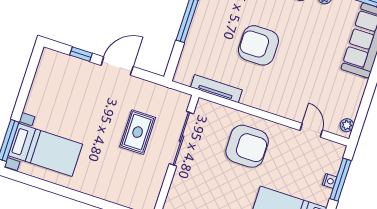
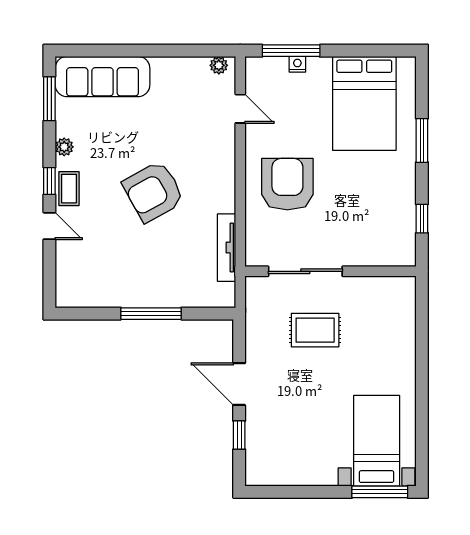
armchair: (258, 45) -> (153, 192), moved, turned 61
door: (311, 130) -> (240, 109), swing flipped

